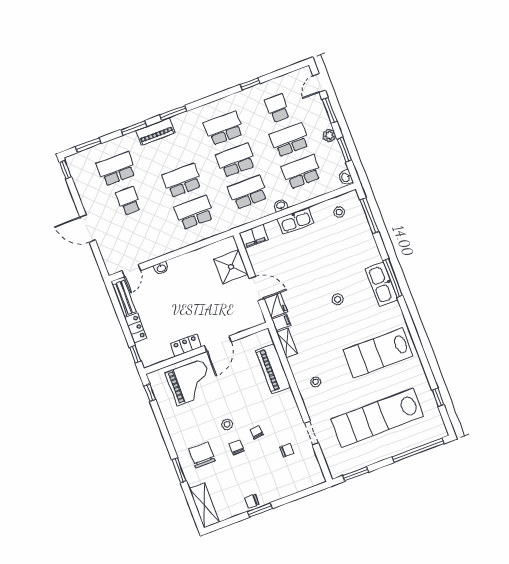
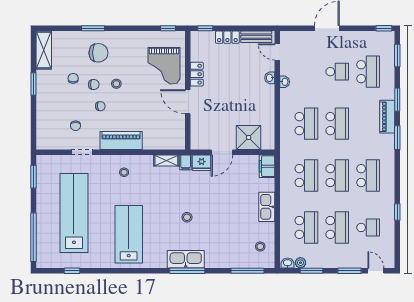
plant: (329, 135) -> (300, 263), moved
washbasin: (281, 205) -> (285, 82), moved
piano: (273, 369) -> (121, 140), moved
chair: (252, 501) -> (73, 78), moved
shelving: (204, 505) -> (44, 50), moved, turned 90

